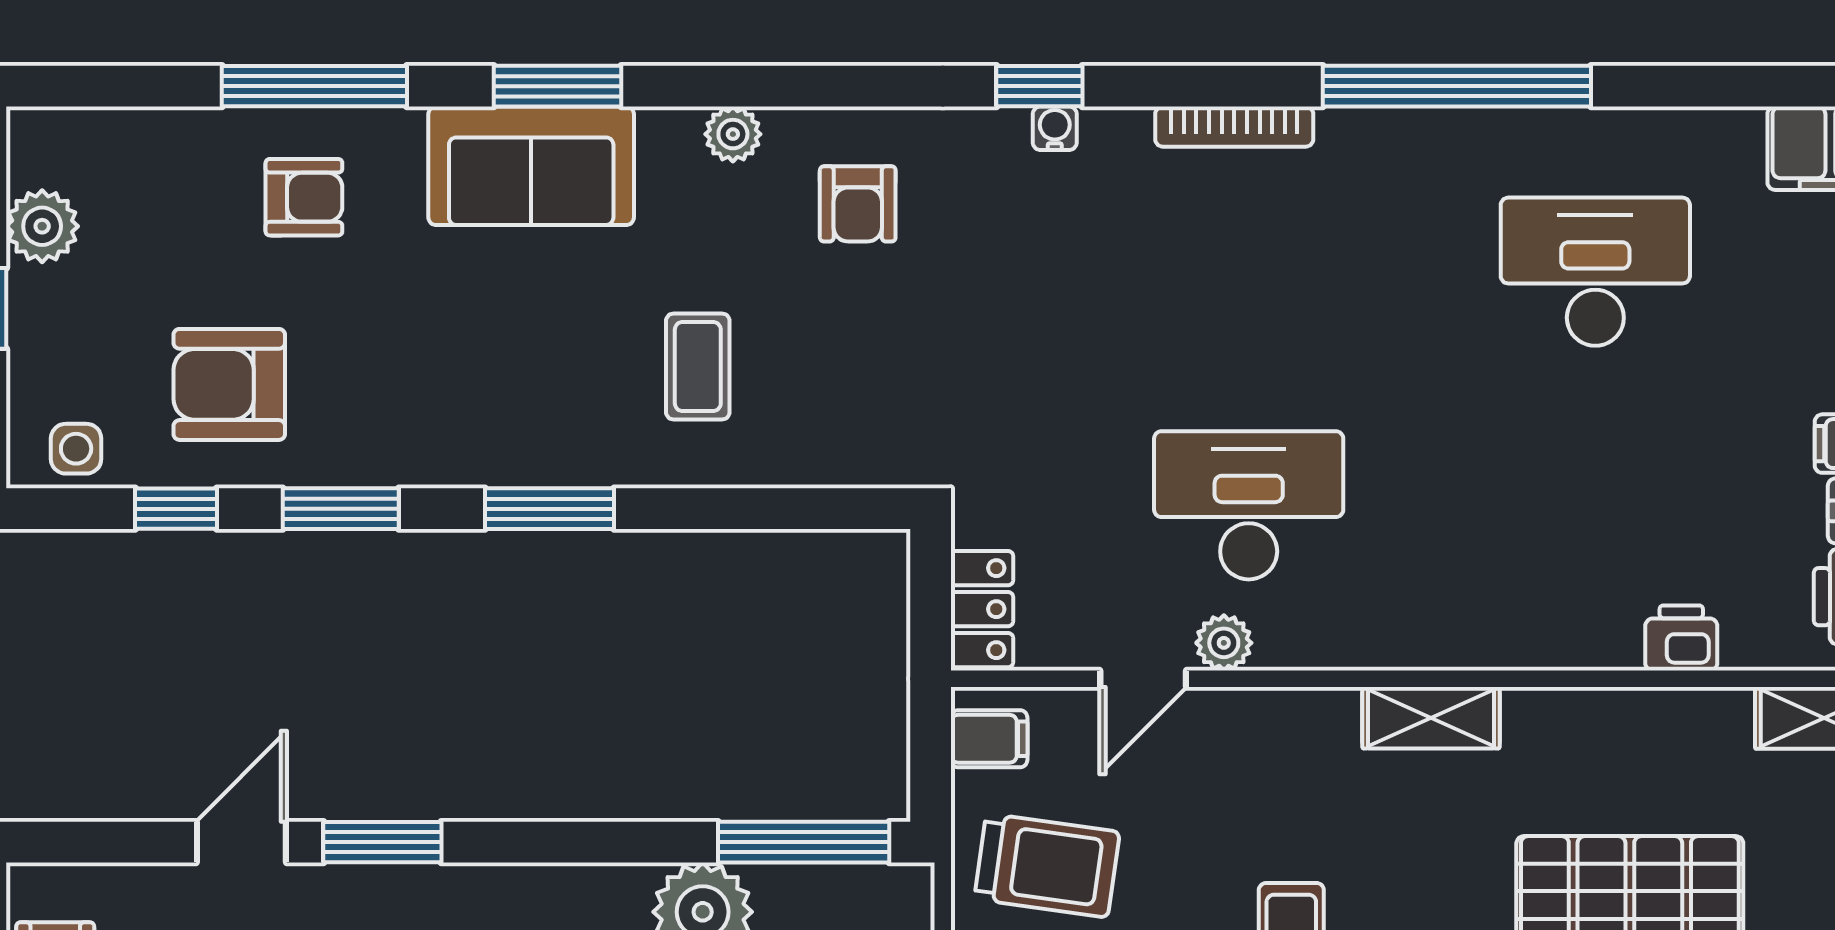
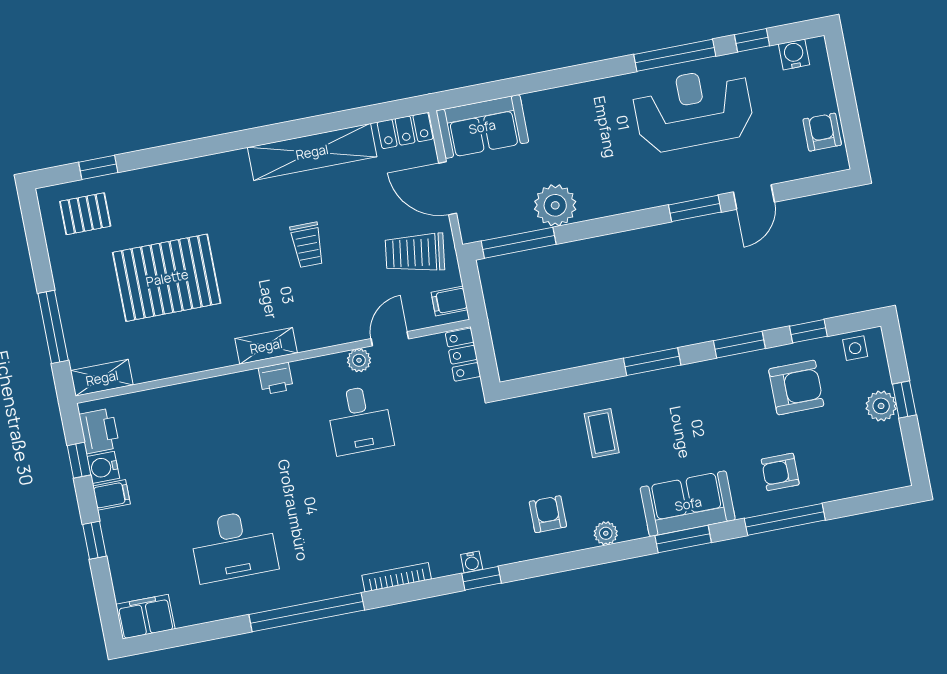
plant: (42, 226) -> (881, 406), moved
desk: (1249, 505) -> (360, 420), width x0.73
printer: (1681, 638) -> (276, 379), moved

